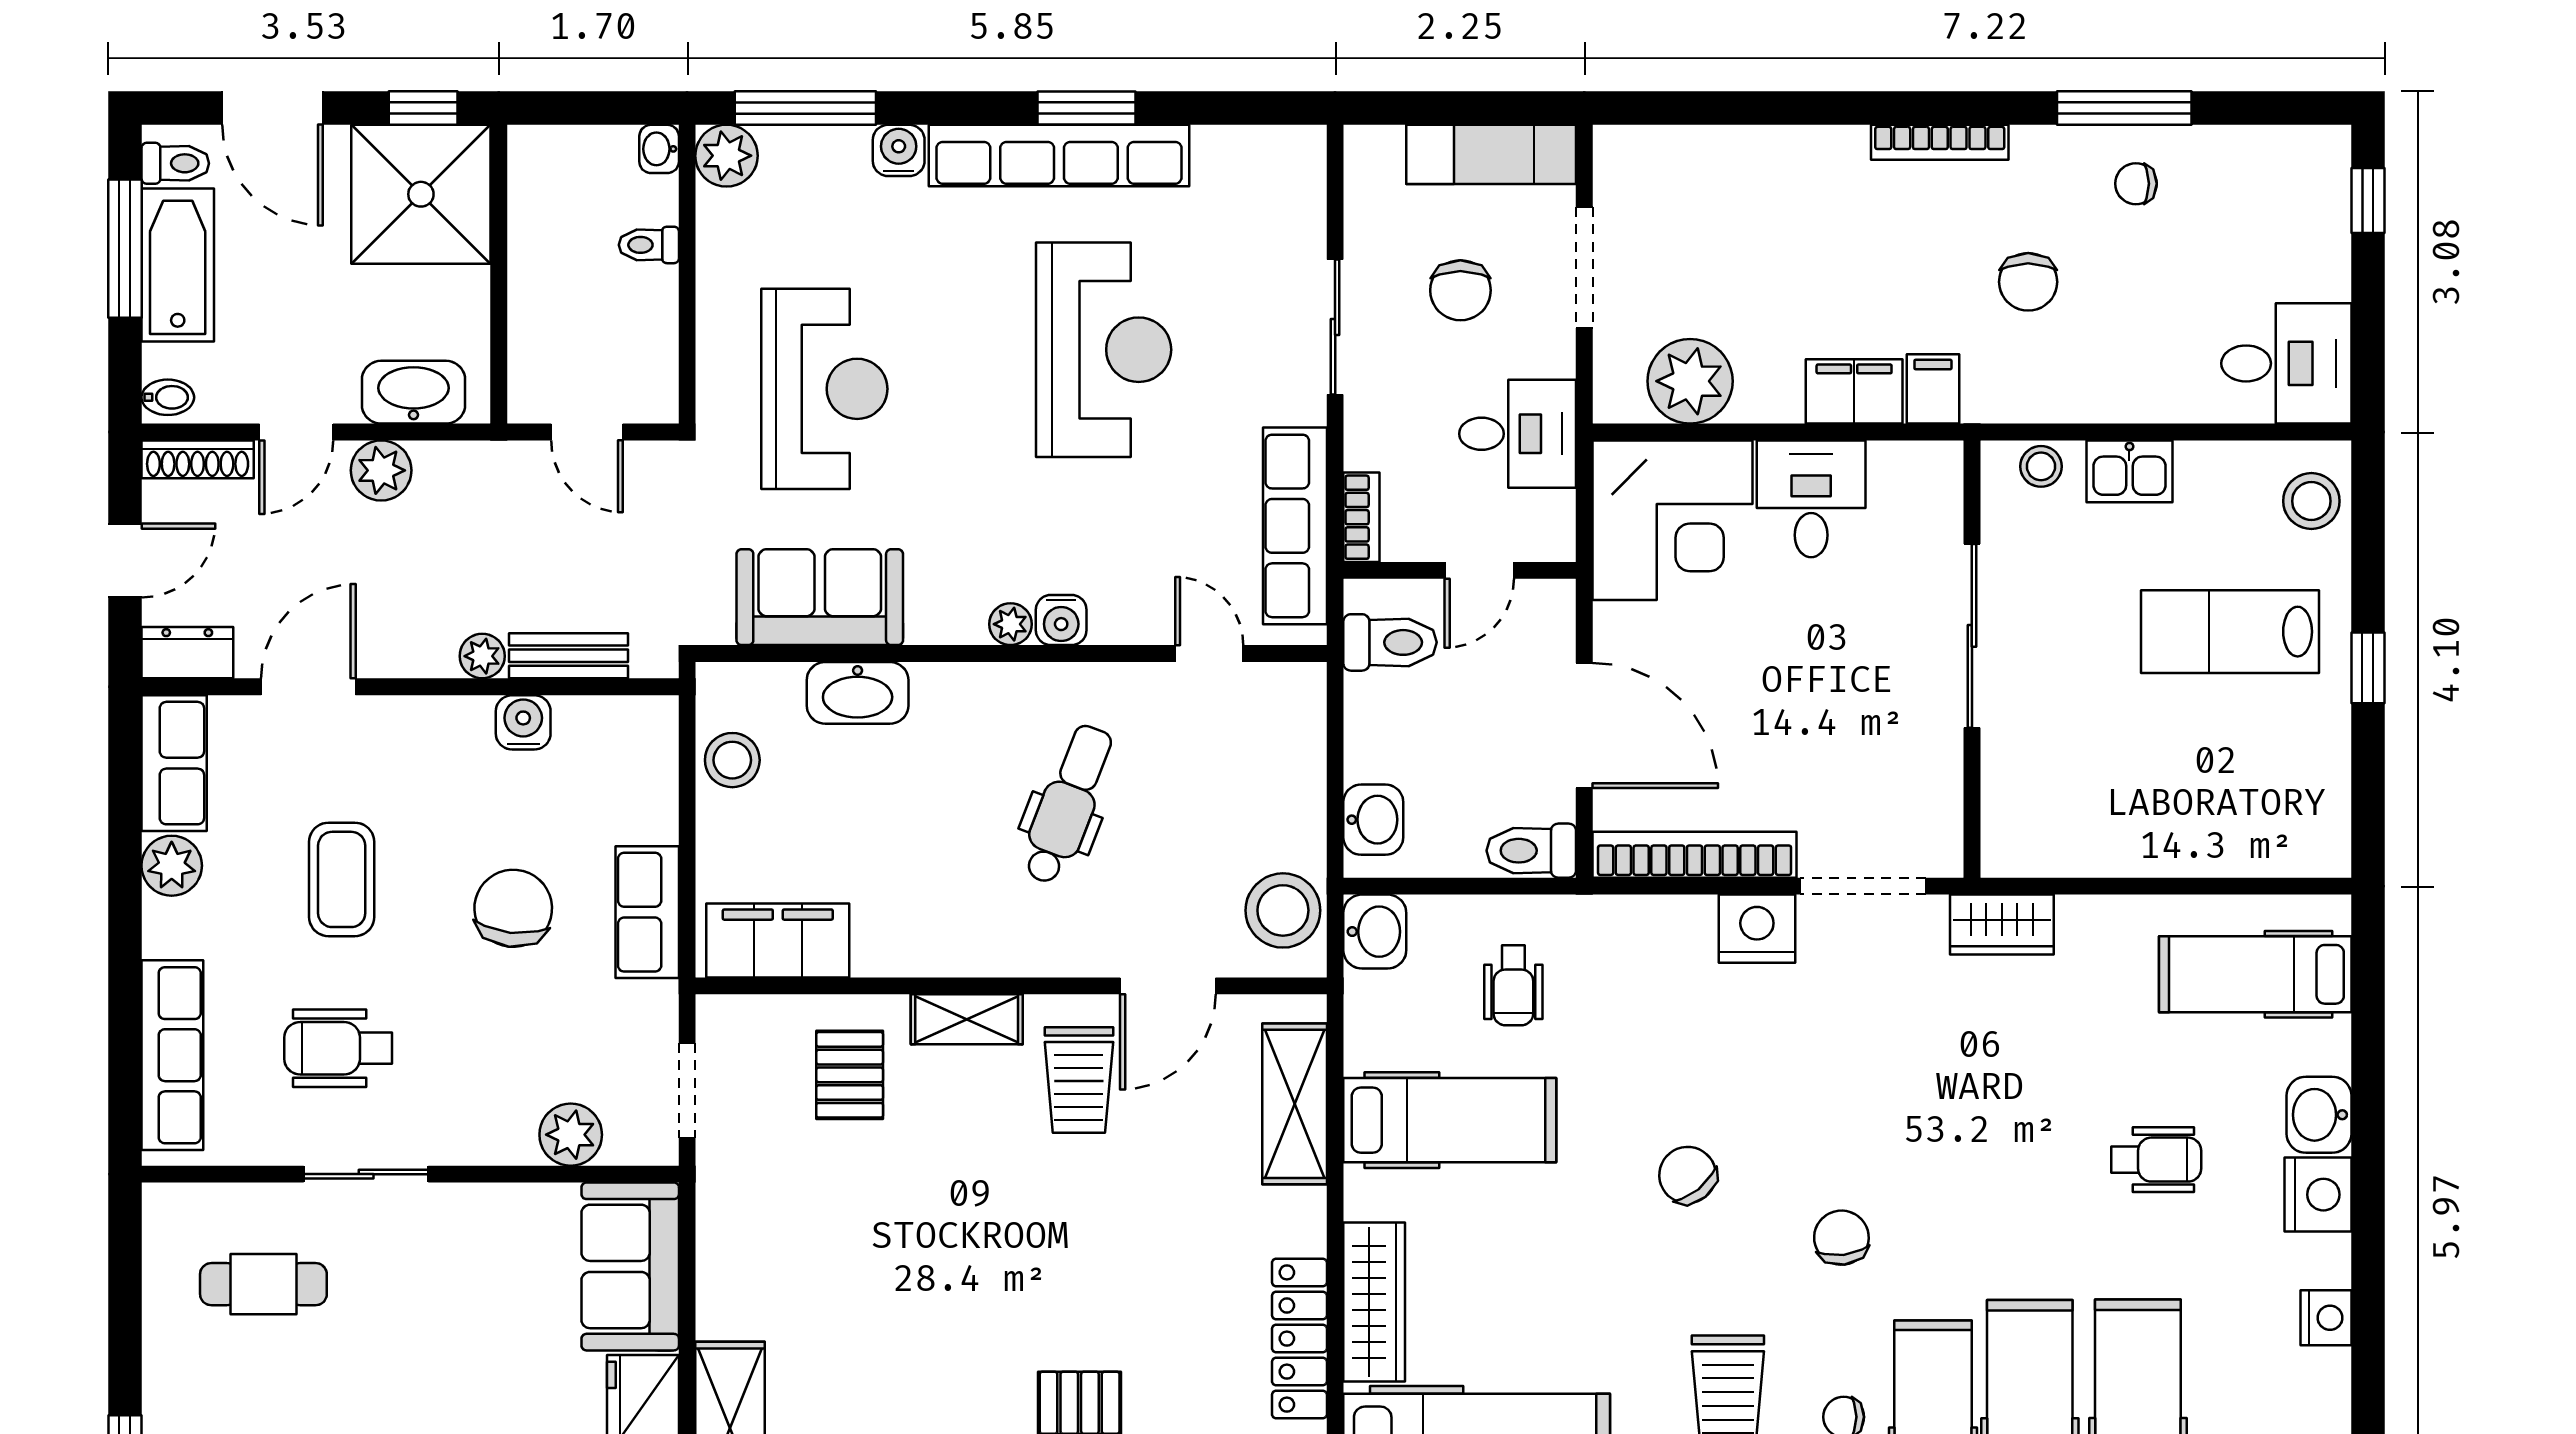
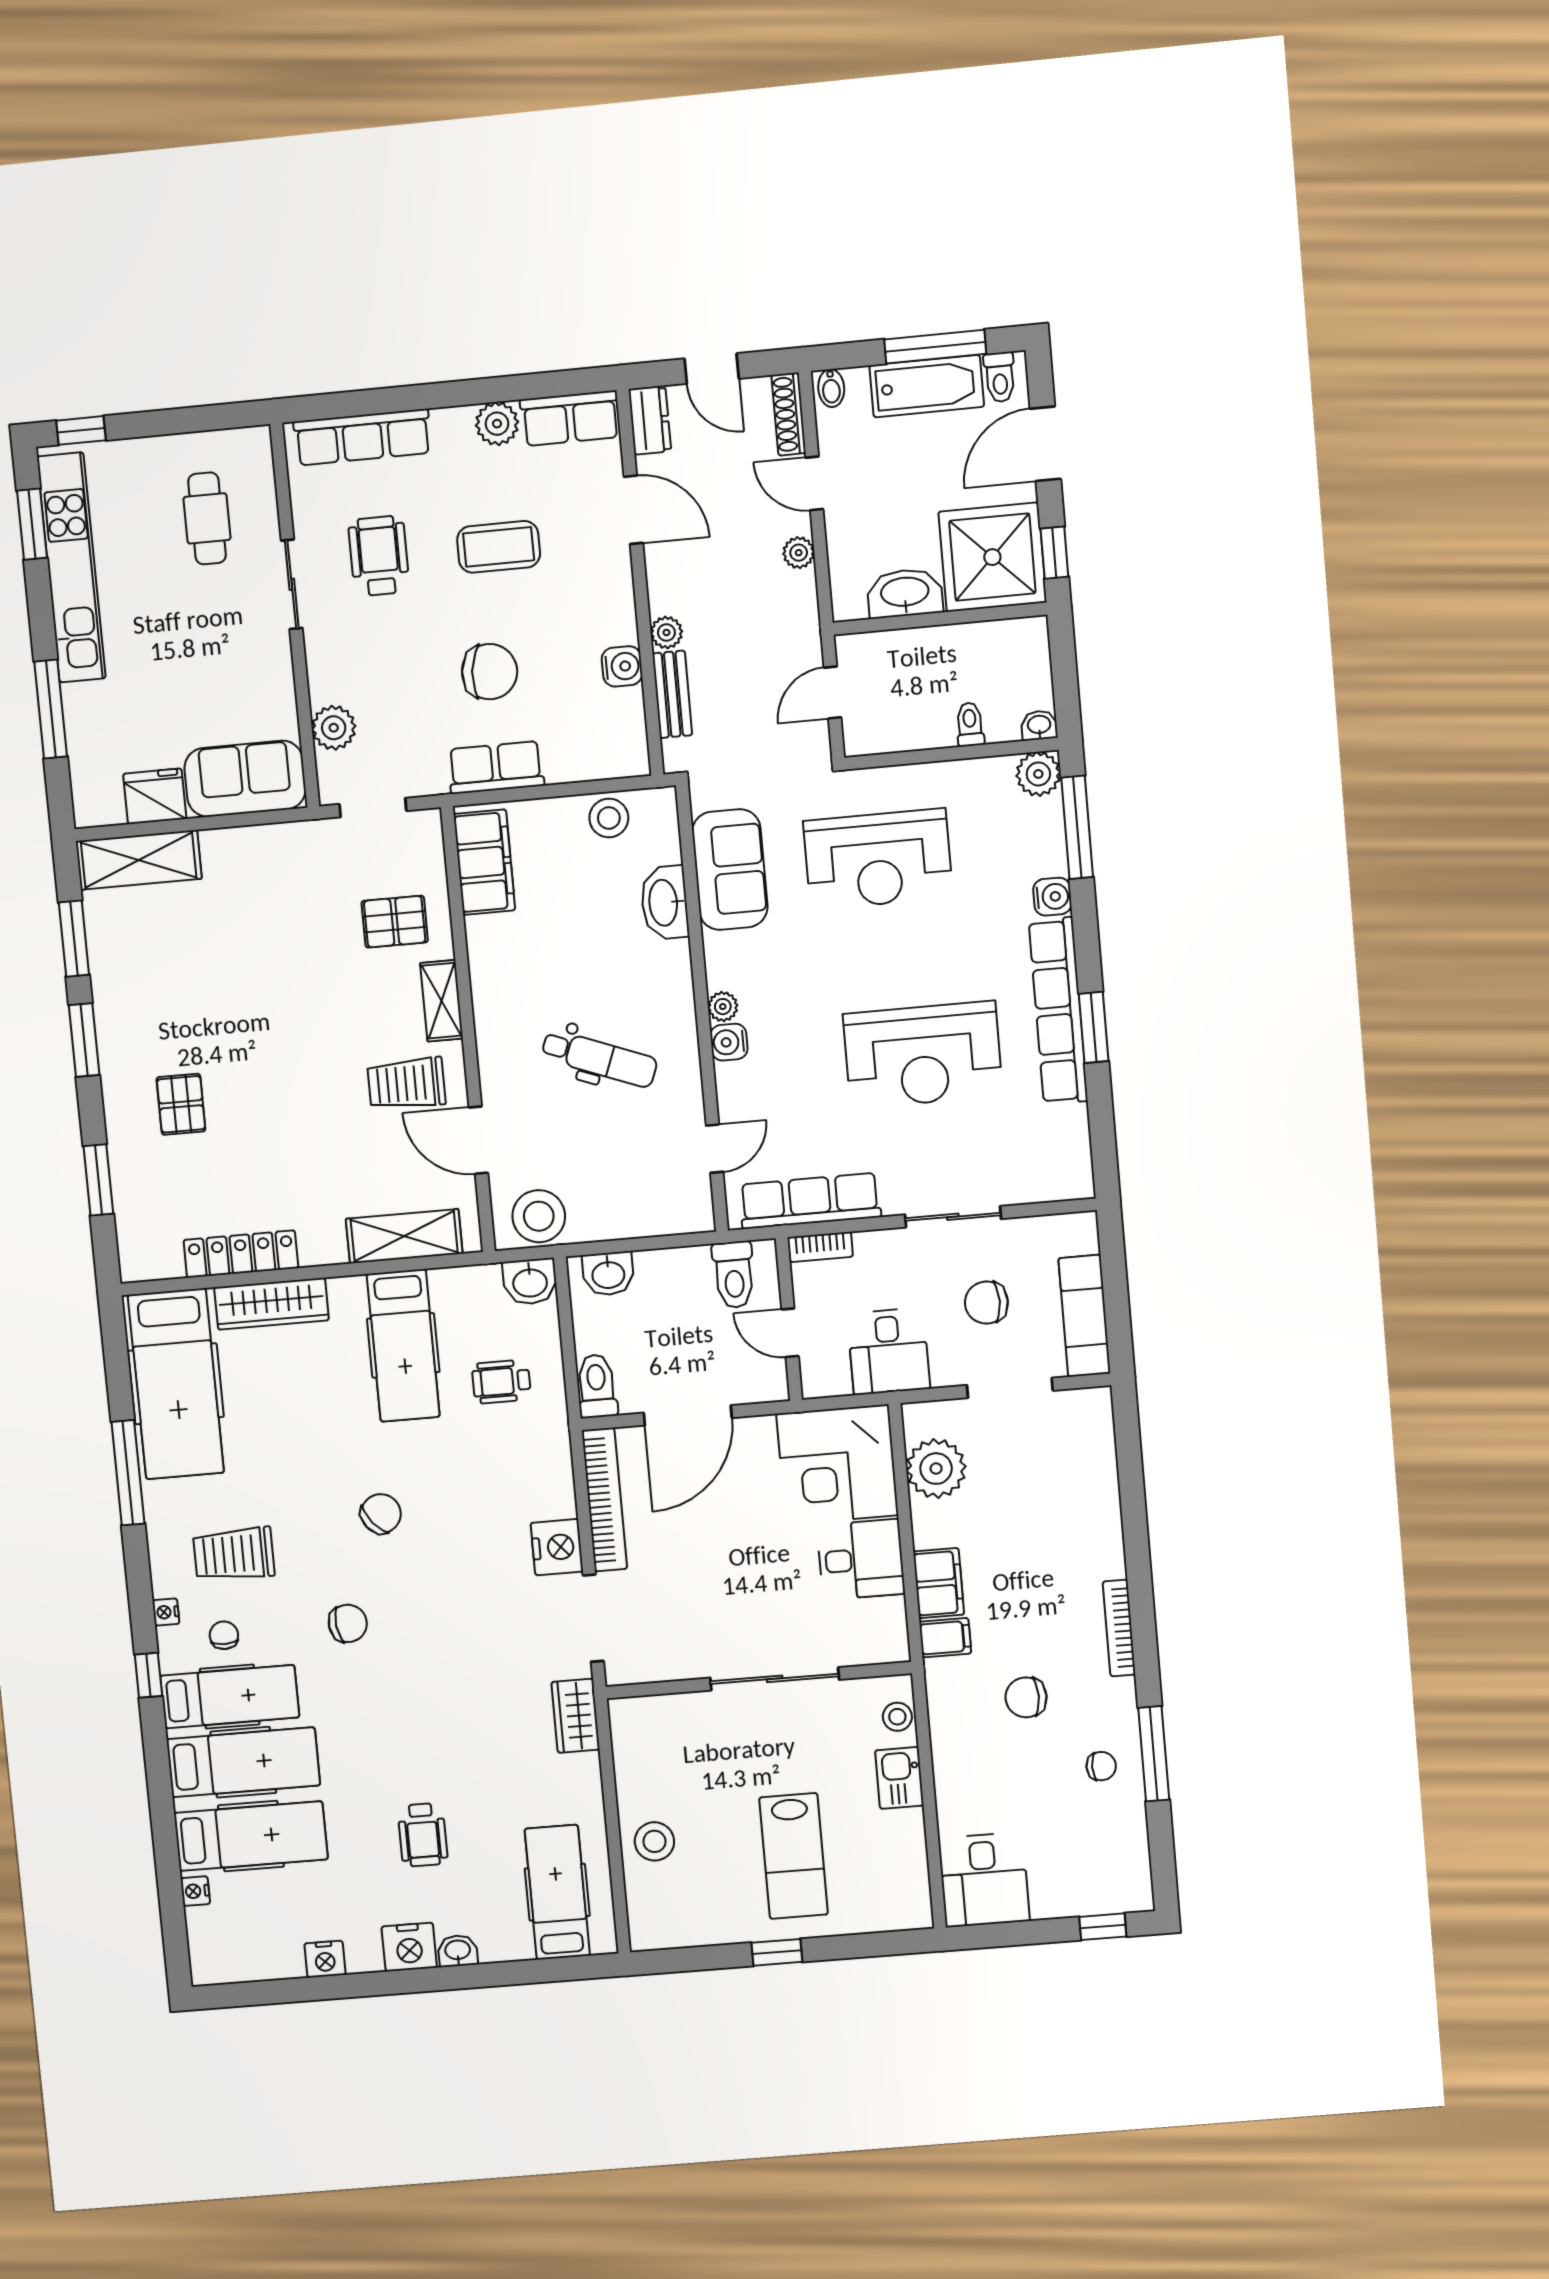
chair: (2136, 184) -> (1101, 1766), turned 90
washbasin: (414, 392) -> (905, 593), moved, turned -90
plant: (381, 470) -> (799, 553), width x0.73, depth x0.73
stool: (2311, 501) -> (654, 1841), moved
lab bench: (2230, 632) -> (794, 1856), turned 180
washbasin: (2319, 1115) -> (458, 1951), width x0.72, depth x0.69

